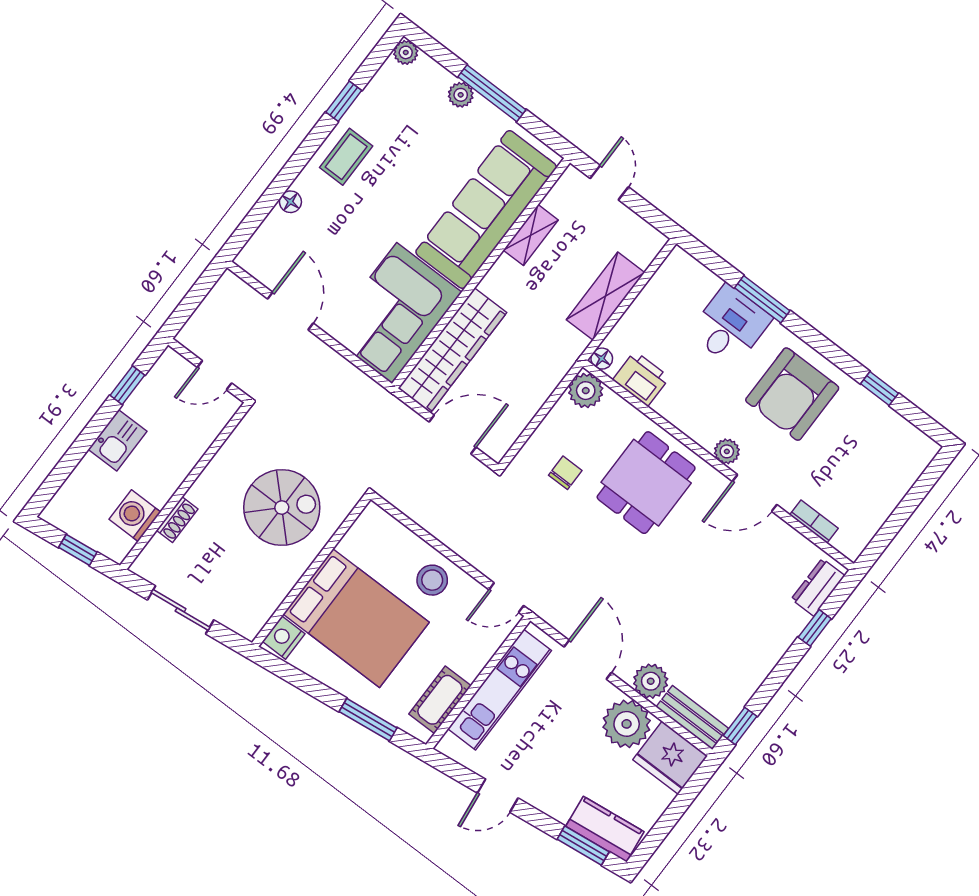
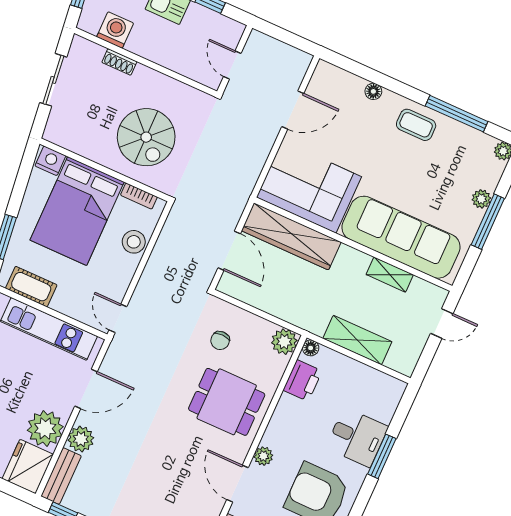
window: (344, 101) -> (457, 114), width x2.17
chair: (565, 473) -> (220, 340), turned 90
bookcase: (355, 534) -> (139, 196), added
stool: (432, 580) -> (134, 242), moved

